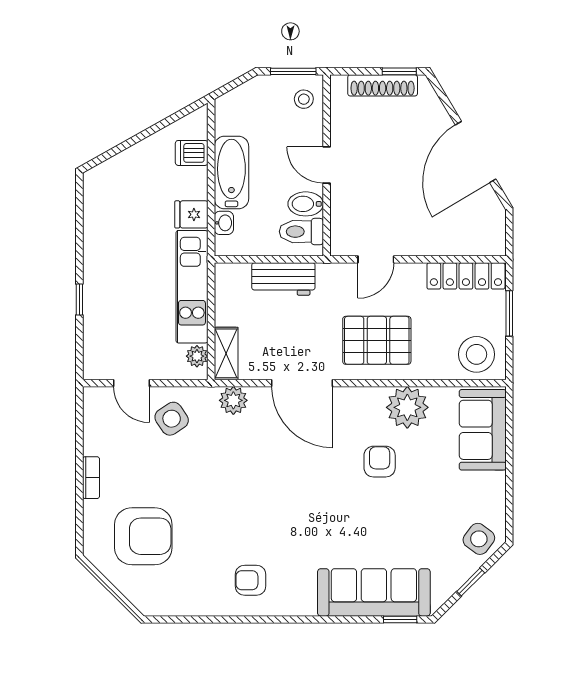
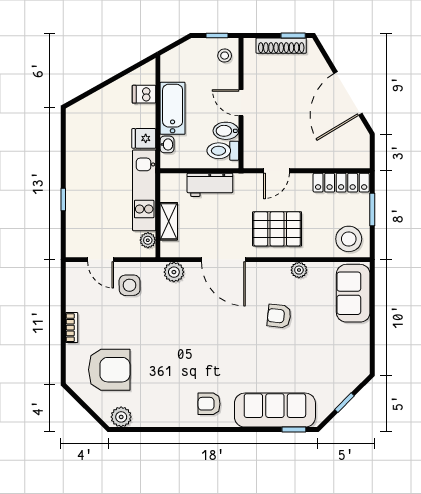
window: (293, 71) -> (217, 36), width x0.67
shelving: (226, 353) -> (169, 221), moved
plant: (407, 407) -> (299, 270), width x0.53, depth x0.53
side table: (172, 419) -> (130, 285), turned 33
armchair: (380, 462) -> (279, 316), turned -84
side table: (479, 539) -> (350, 372), removed
armchair: (251, 580) -> (209, 404), moved
plant: (160, 602) -> (121, 417), added

